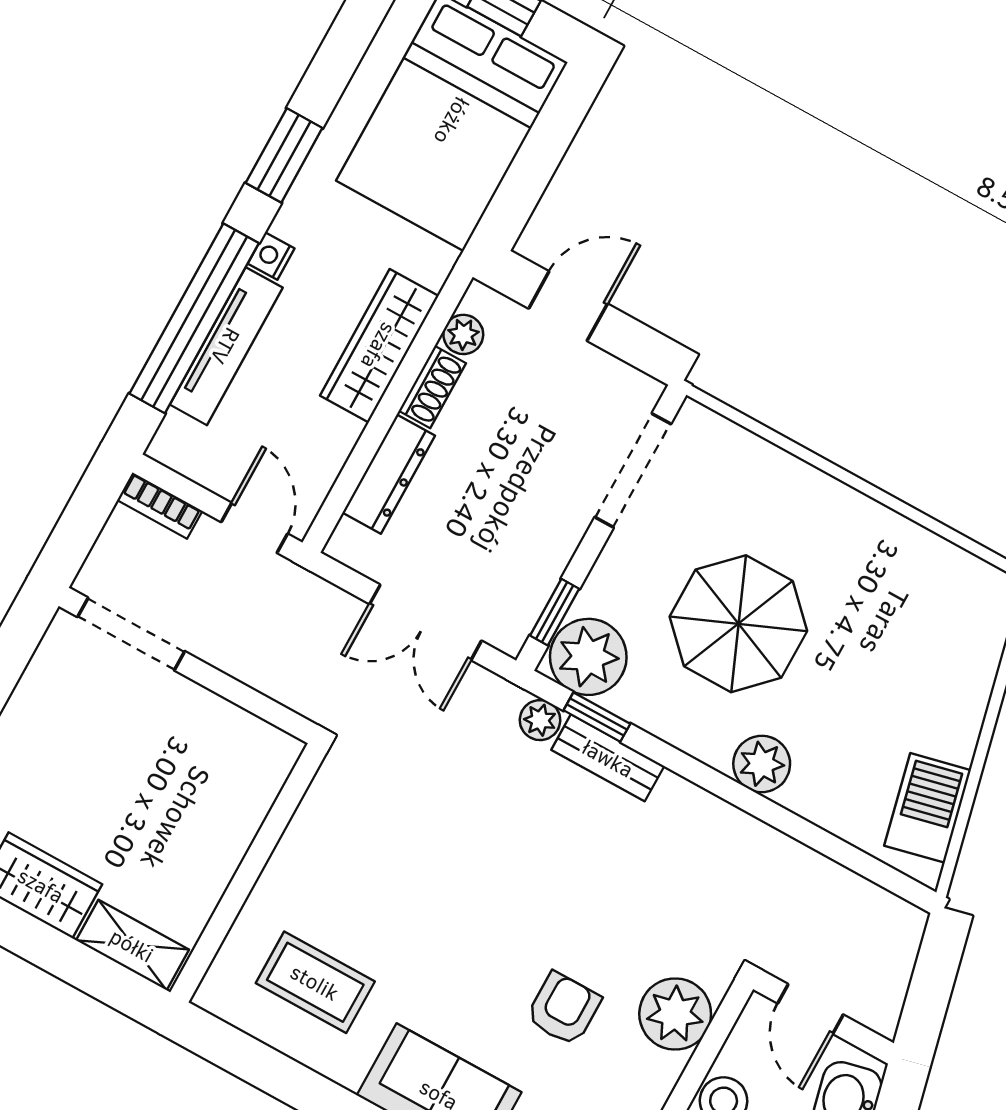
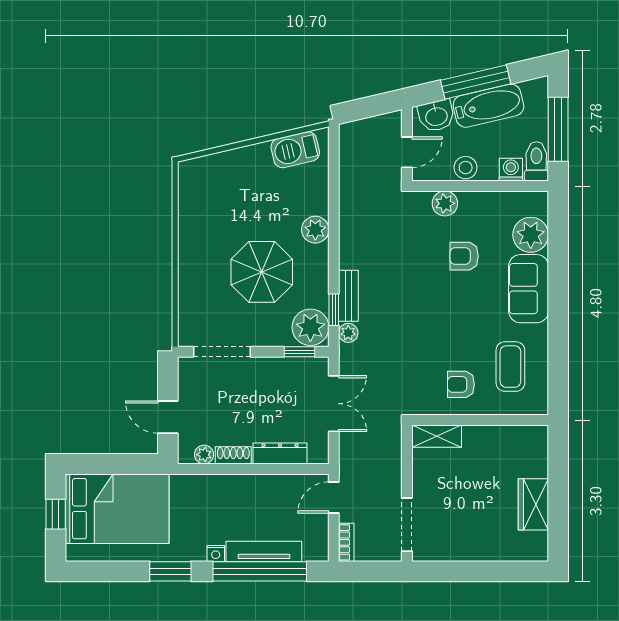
wardrobe: (379, 346) -> (228, 487), removed
armchair: (332, 874) -> (461, 384), added
shelving: (132, 945) -> (437, 436), moved, turned 90
plant: (675, 1014) -> (445, 203), width x0.73, depth x0.73

